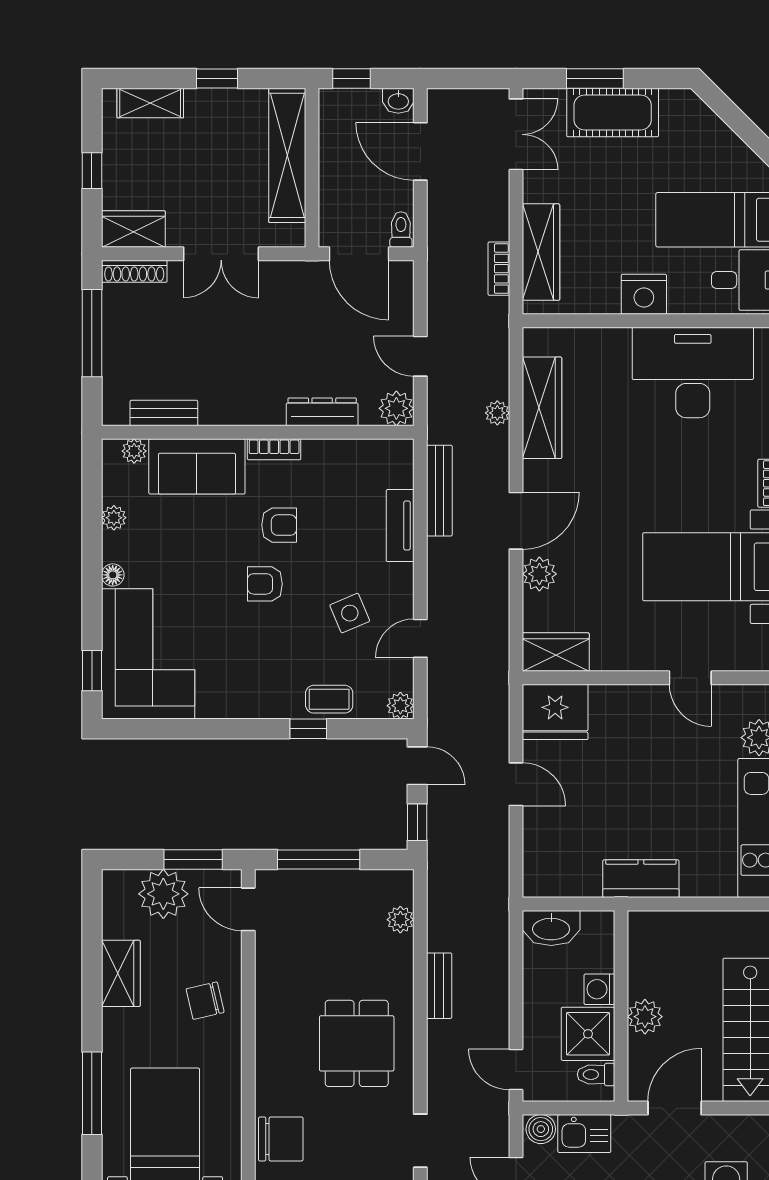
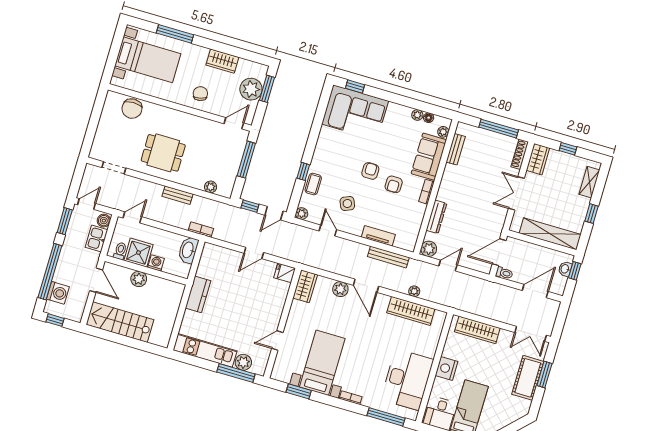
washbasin: (398, 101) -> (565, 269), moved
bookcase: (499, 269) -> (201, 230), moved
floor lamp: (113, 575) -> (429, 118), moved
fridge: (555, 712) -> (285, 273), width x0.53, depth x0.75
window: (193, 859) -> (267, 89), moved

